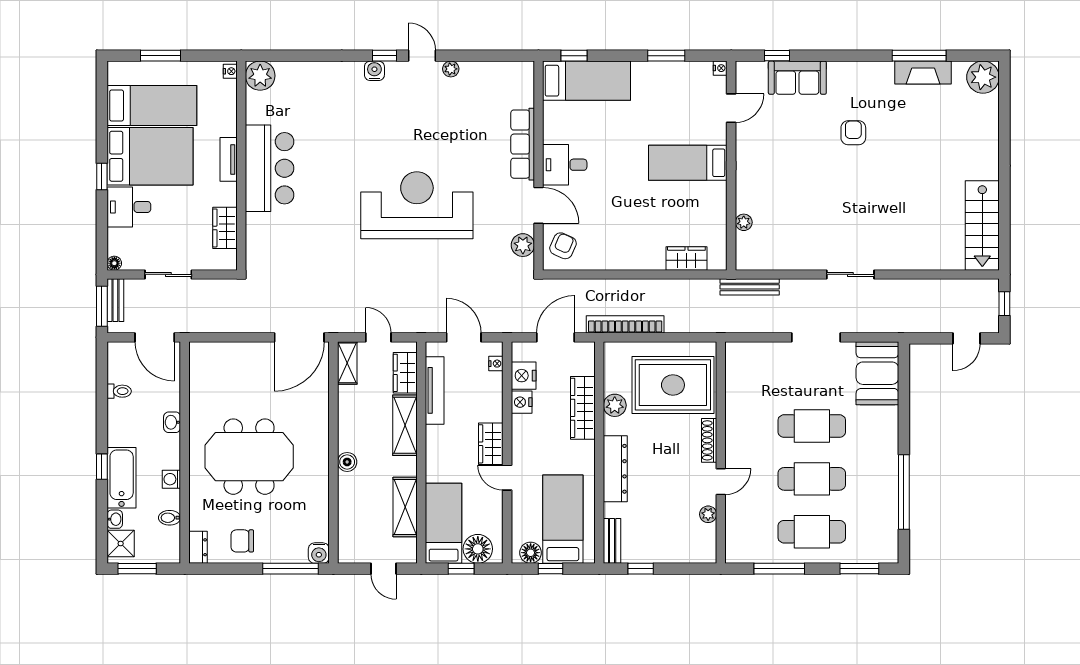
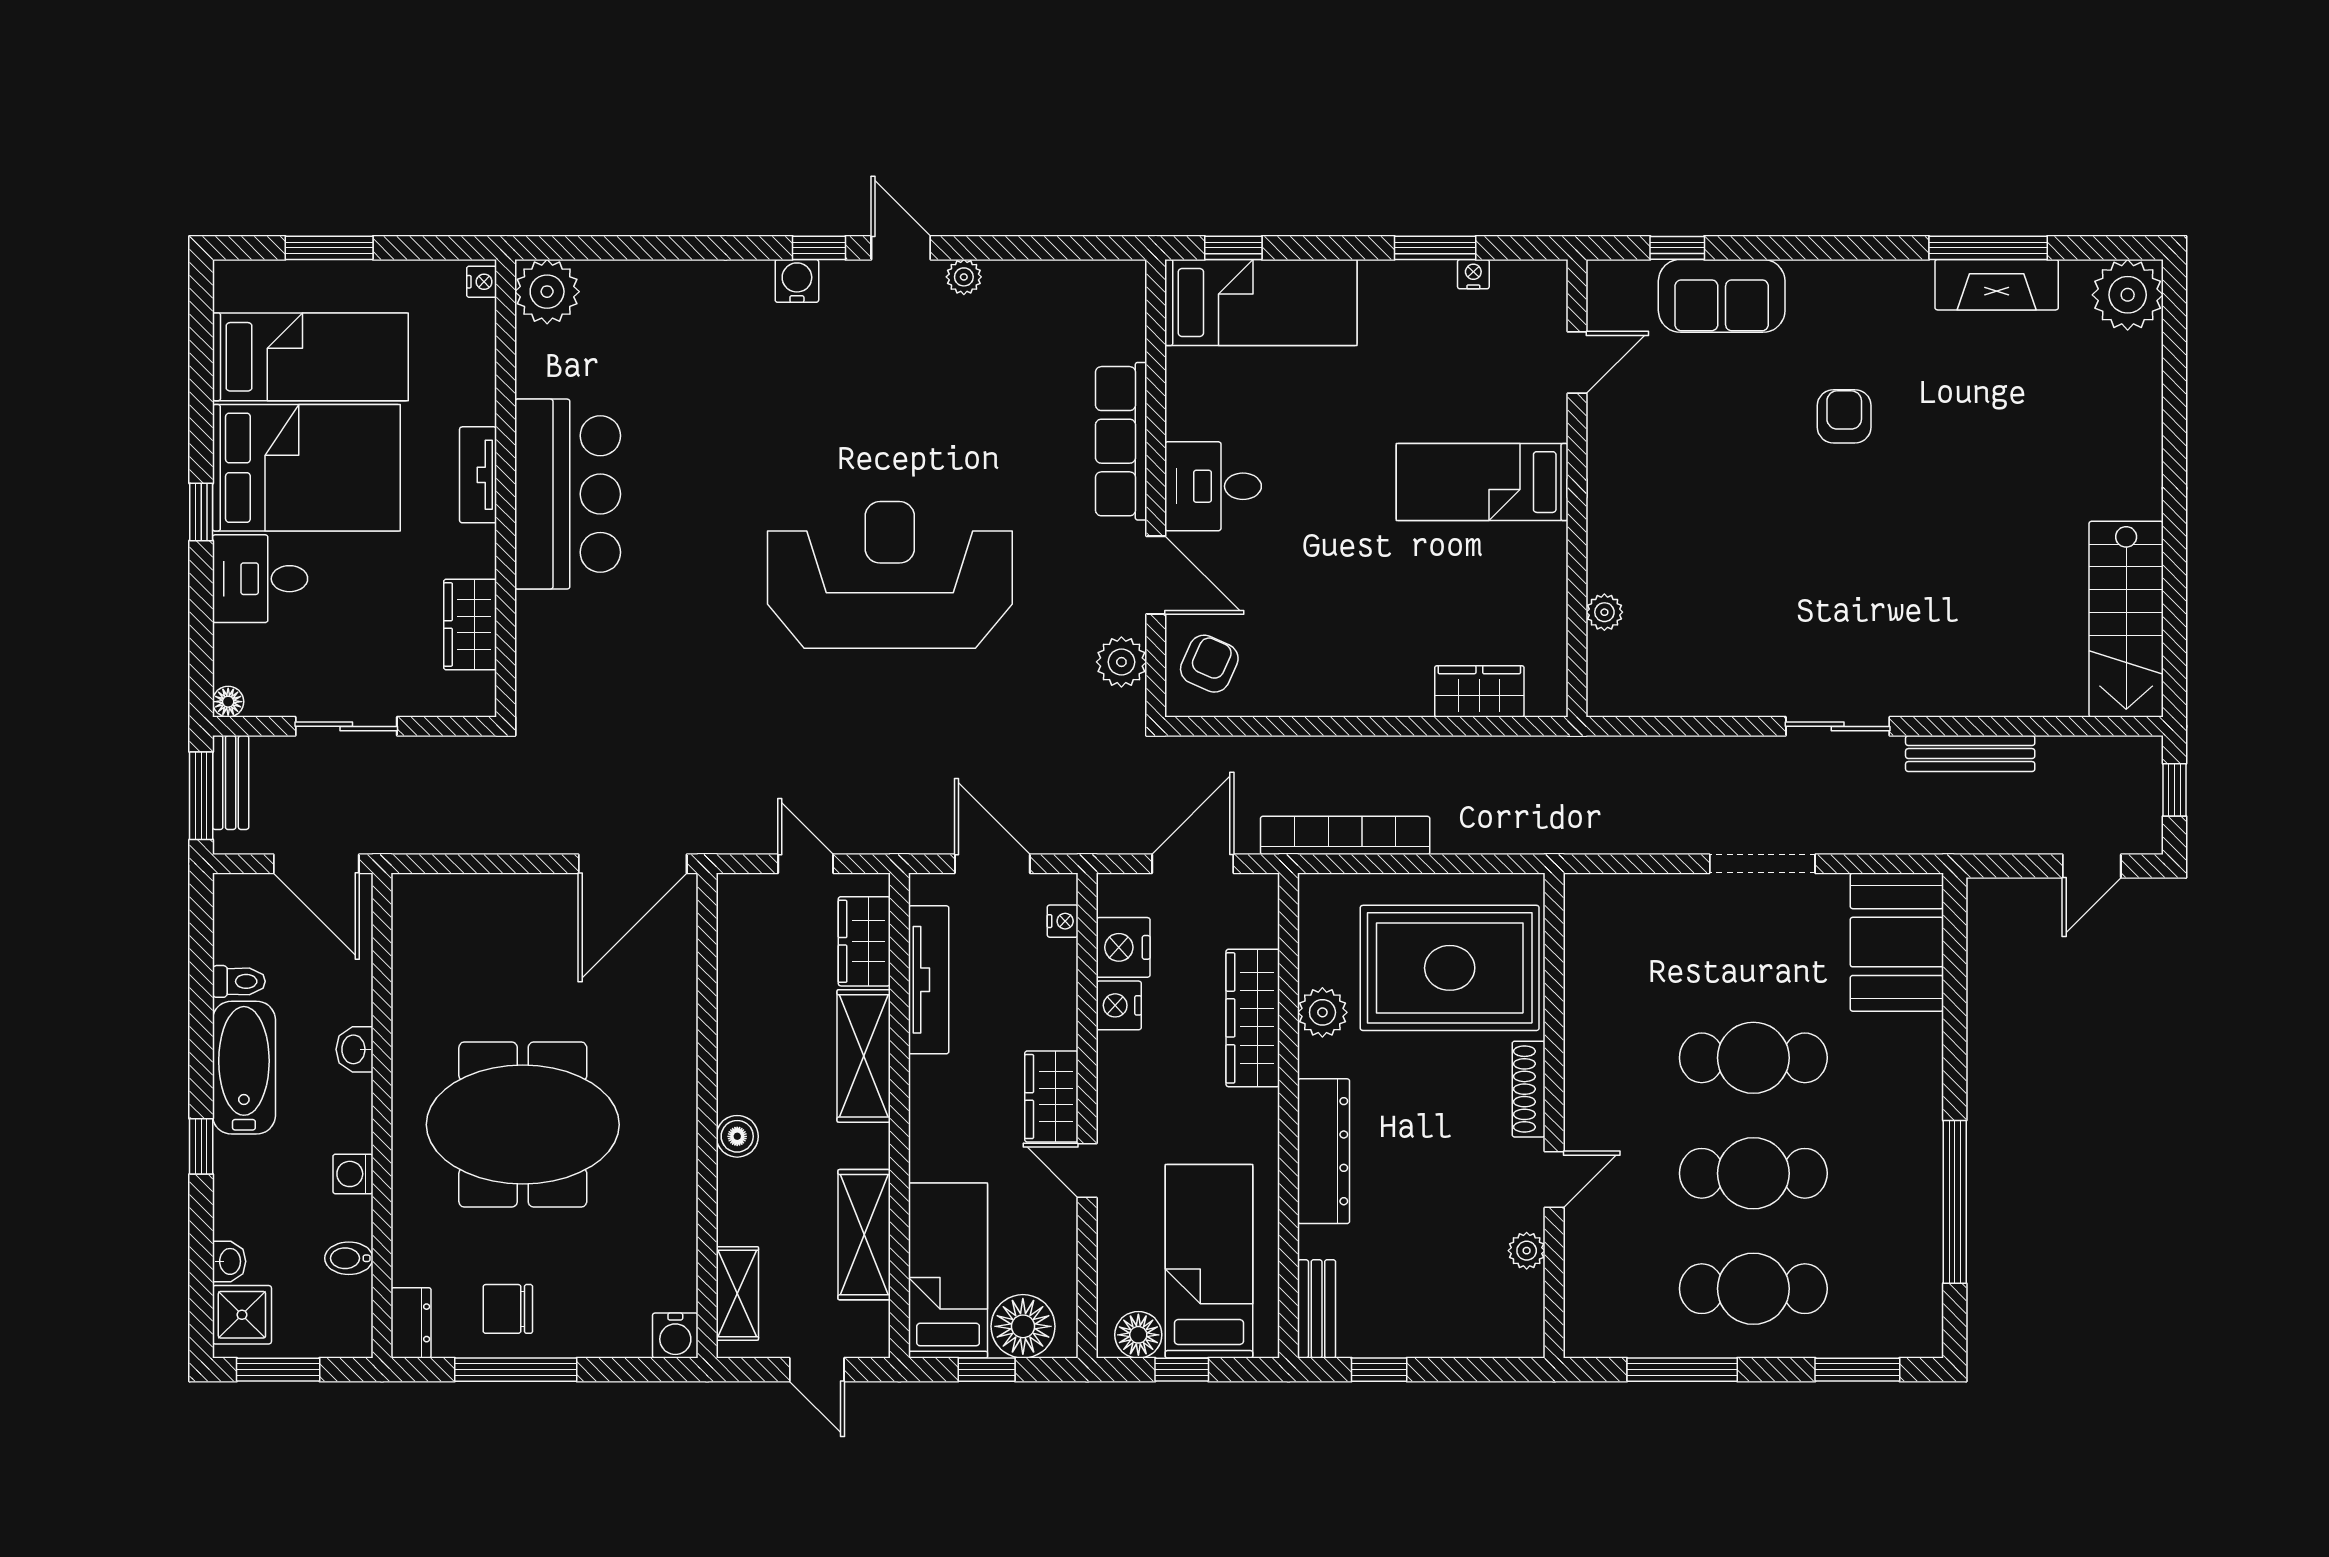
nightstand: (720, 68) -> (1473, 274), moved, turned -90
bench: (750, 287) -> (1970, 754), moved
shelving: (347, 363) -> (737, 1293), moved
bathtub: (122, 478) -> (244, 1068), moved
window: (291, 569) -> (516, 1370), moved

